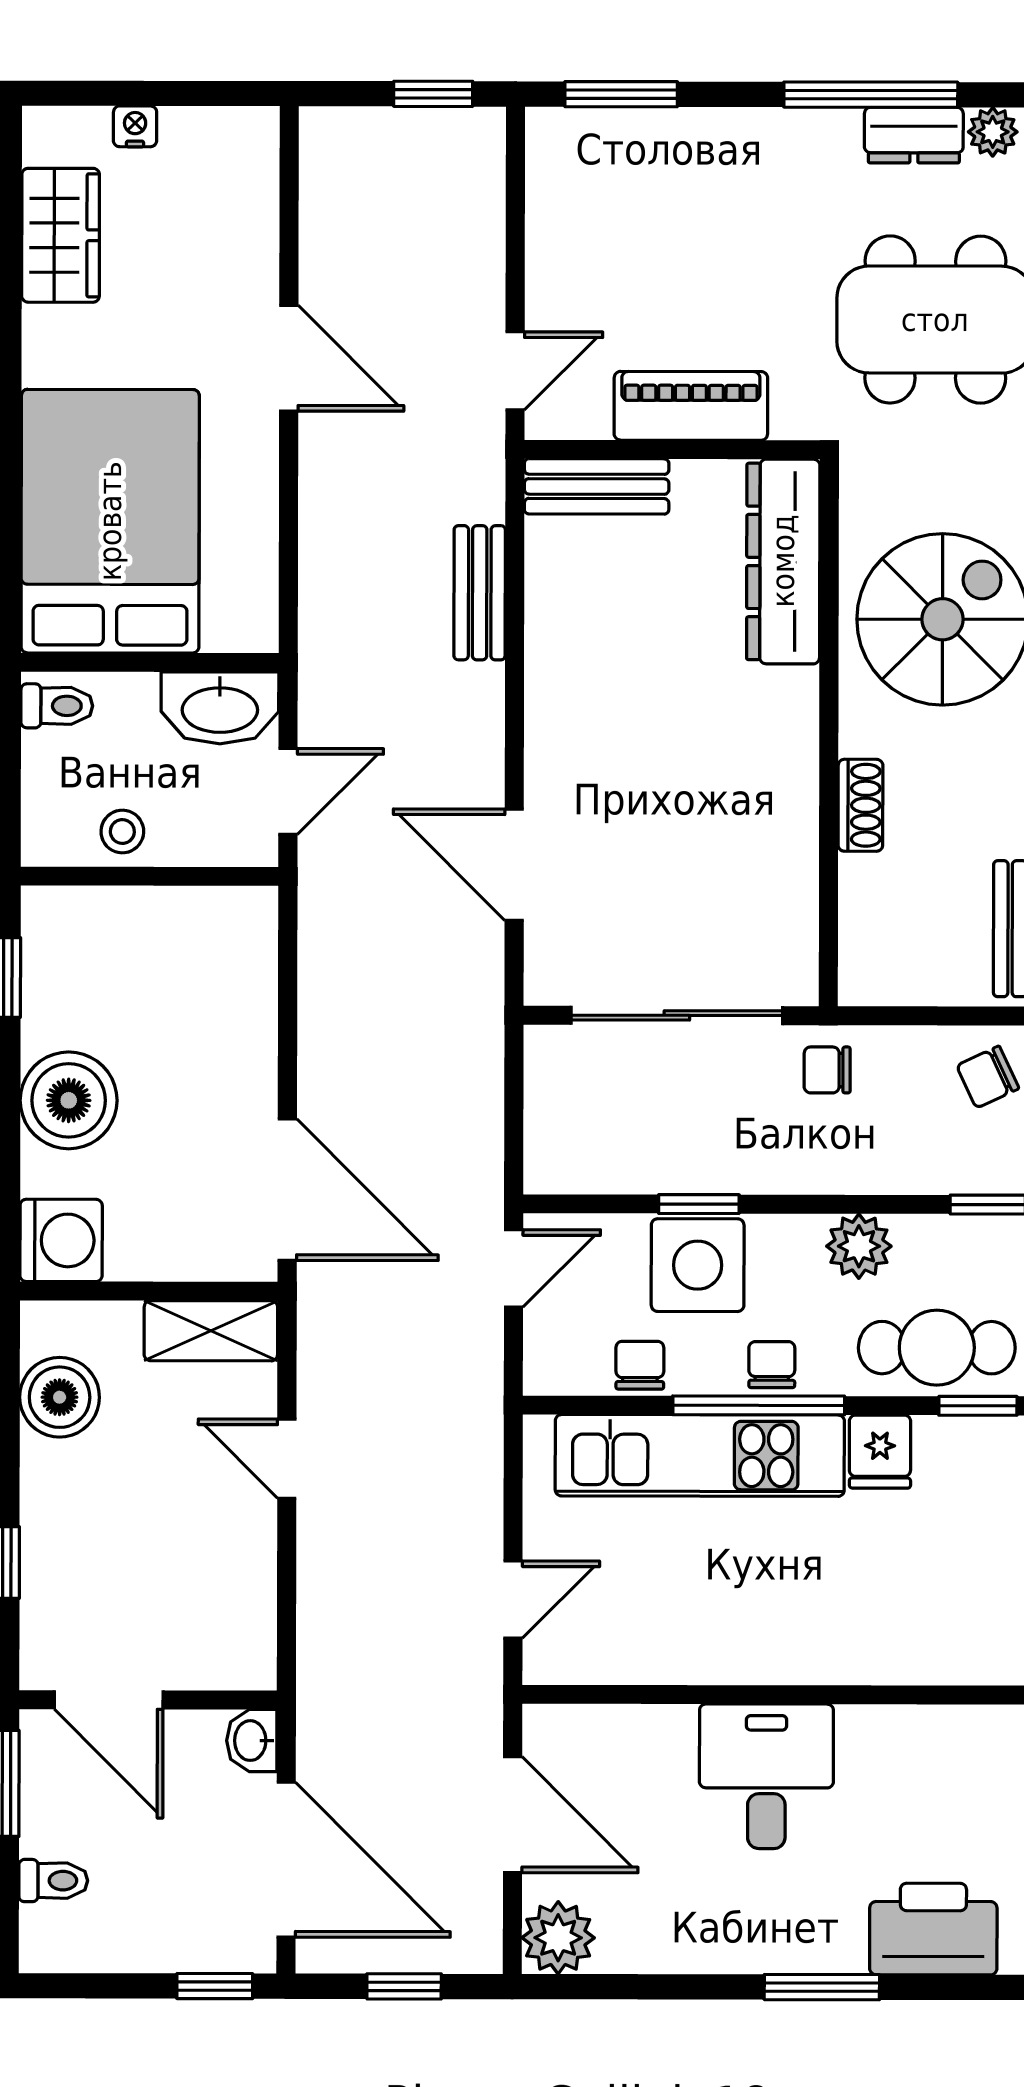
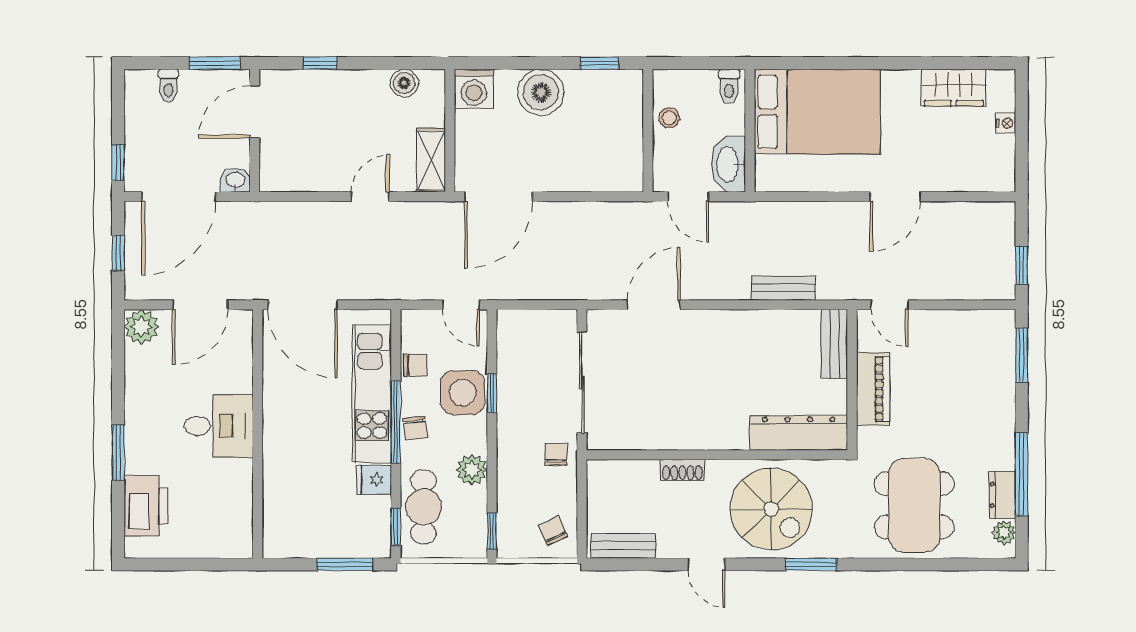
chair: (772, 1365) -> (415, 428), turned 84
boiler: (60, 1397) -> (404, 83), width x0.73, depth x0.73
door: (513, 1600) -> (303, 305), width x1.88

